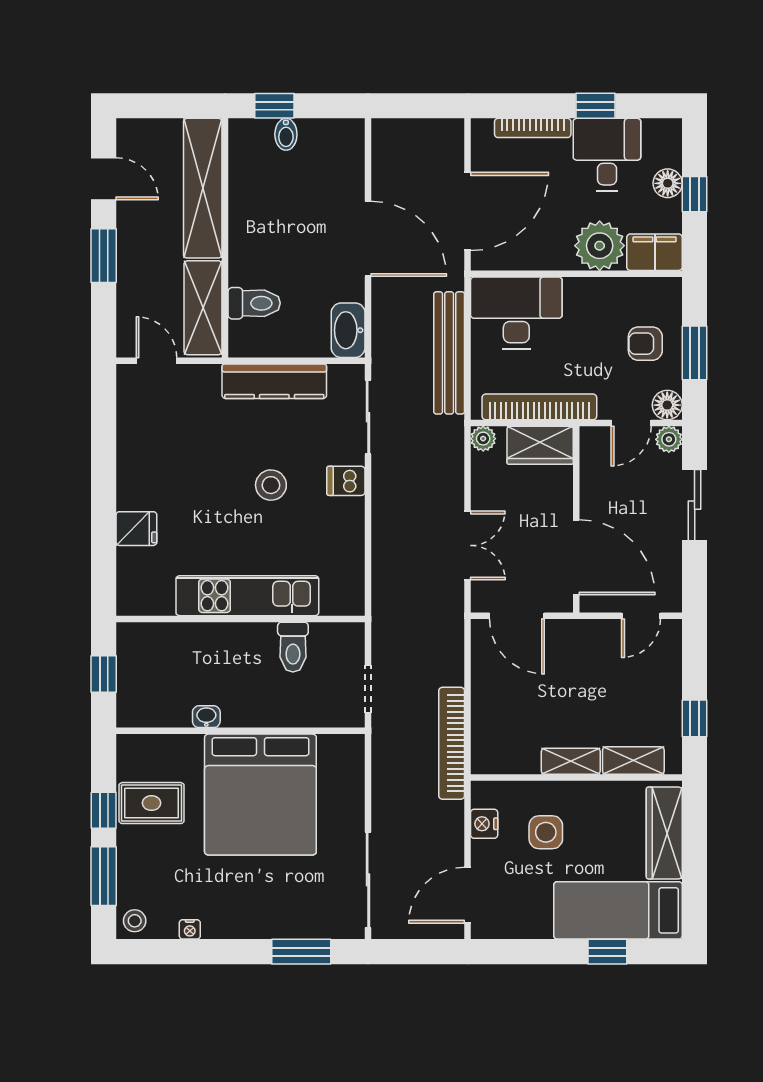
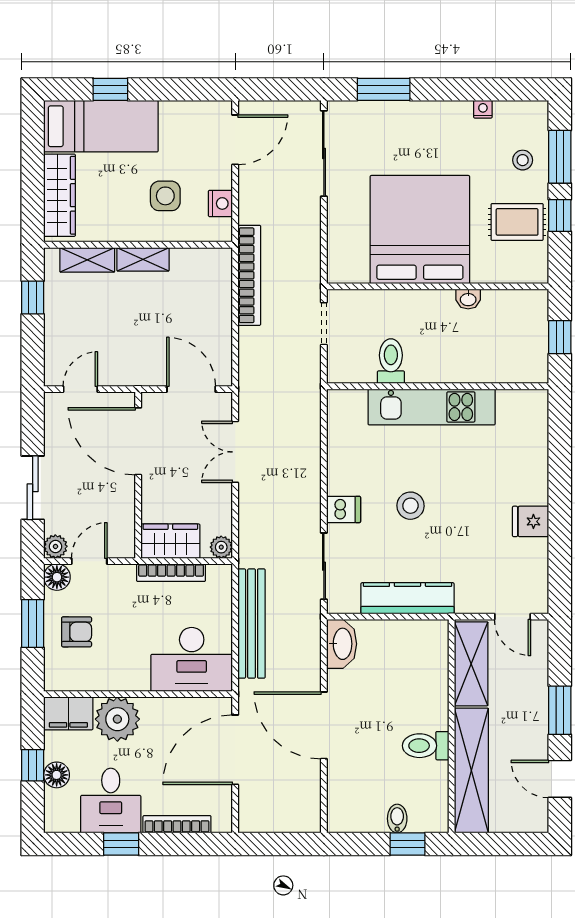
toilet: (254, 303) -> (426, 746), moved
bookcase: (539, 407) -> (171, 573), width x0.68, depth x0.76
fridge: (136, 529) -> (531, 521), moved
stool: (135, 921) -> (523, 160), moved

